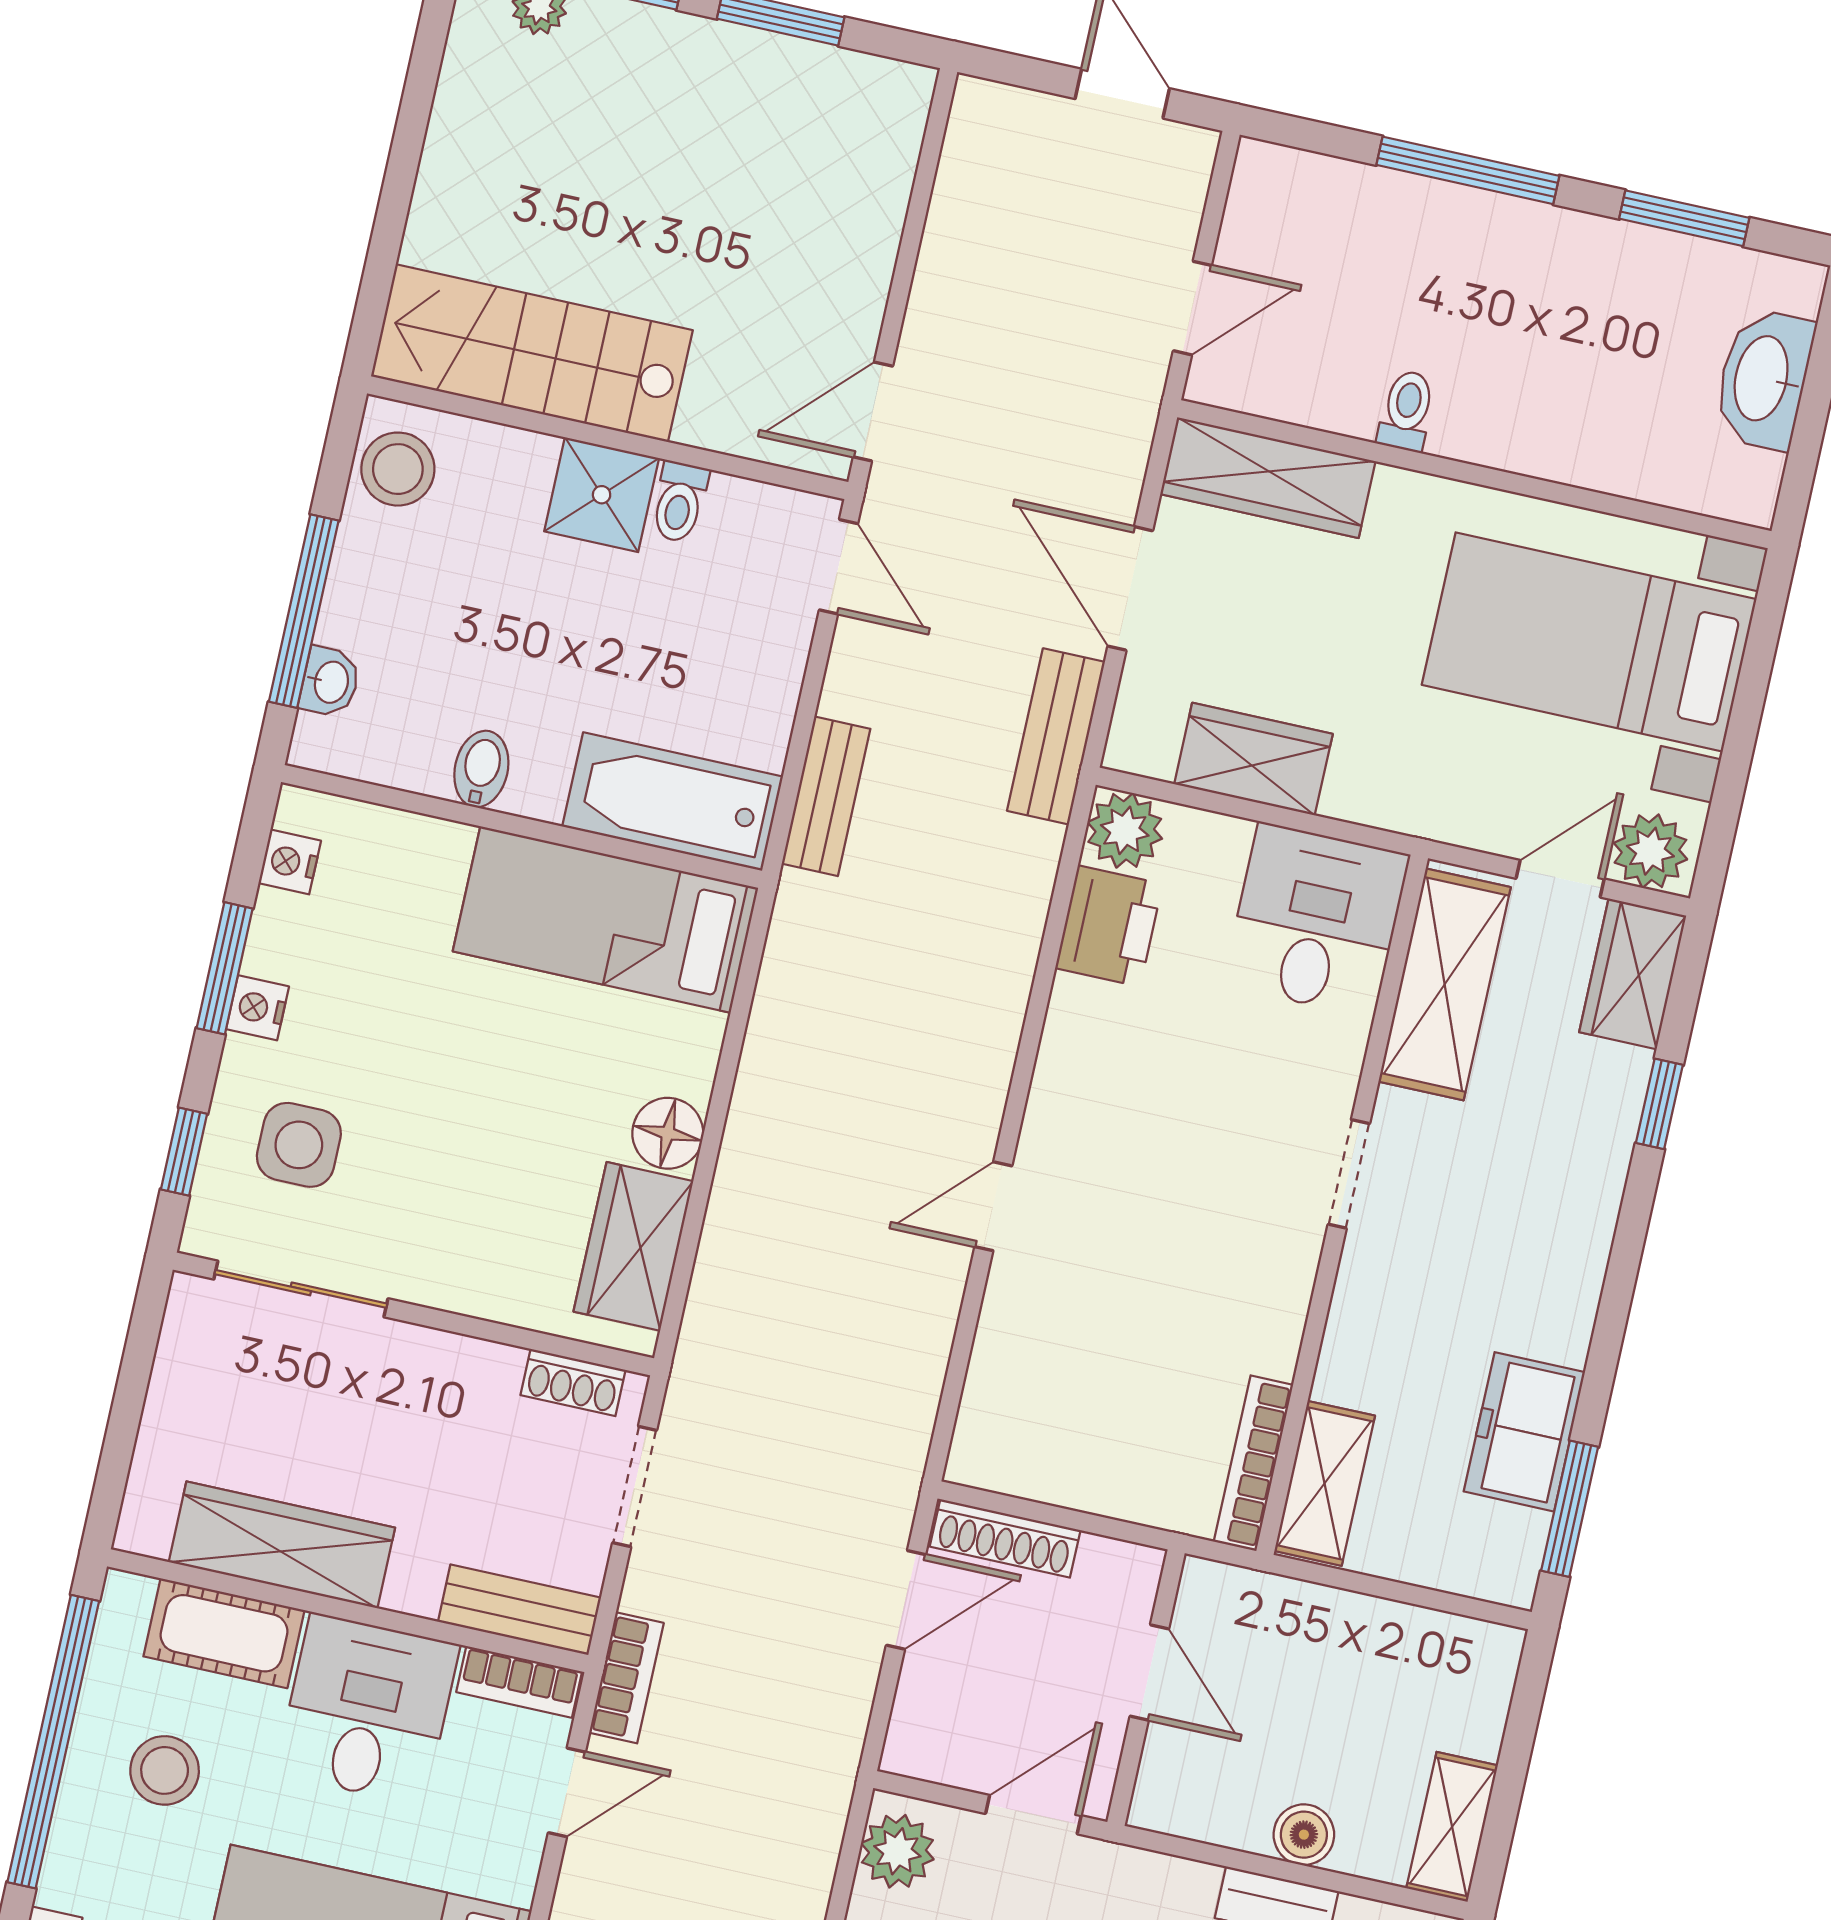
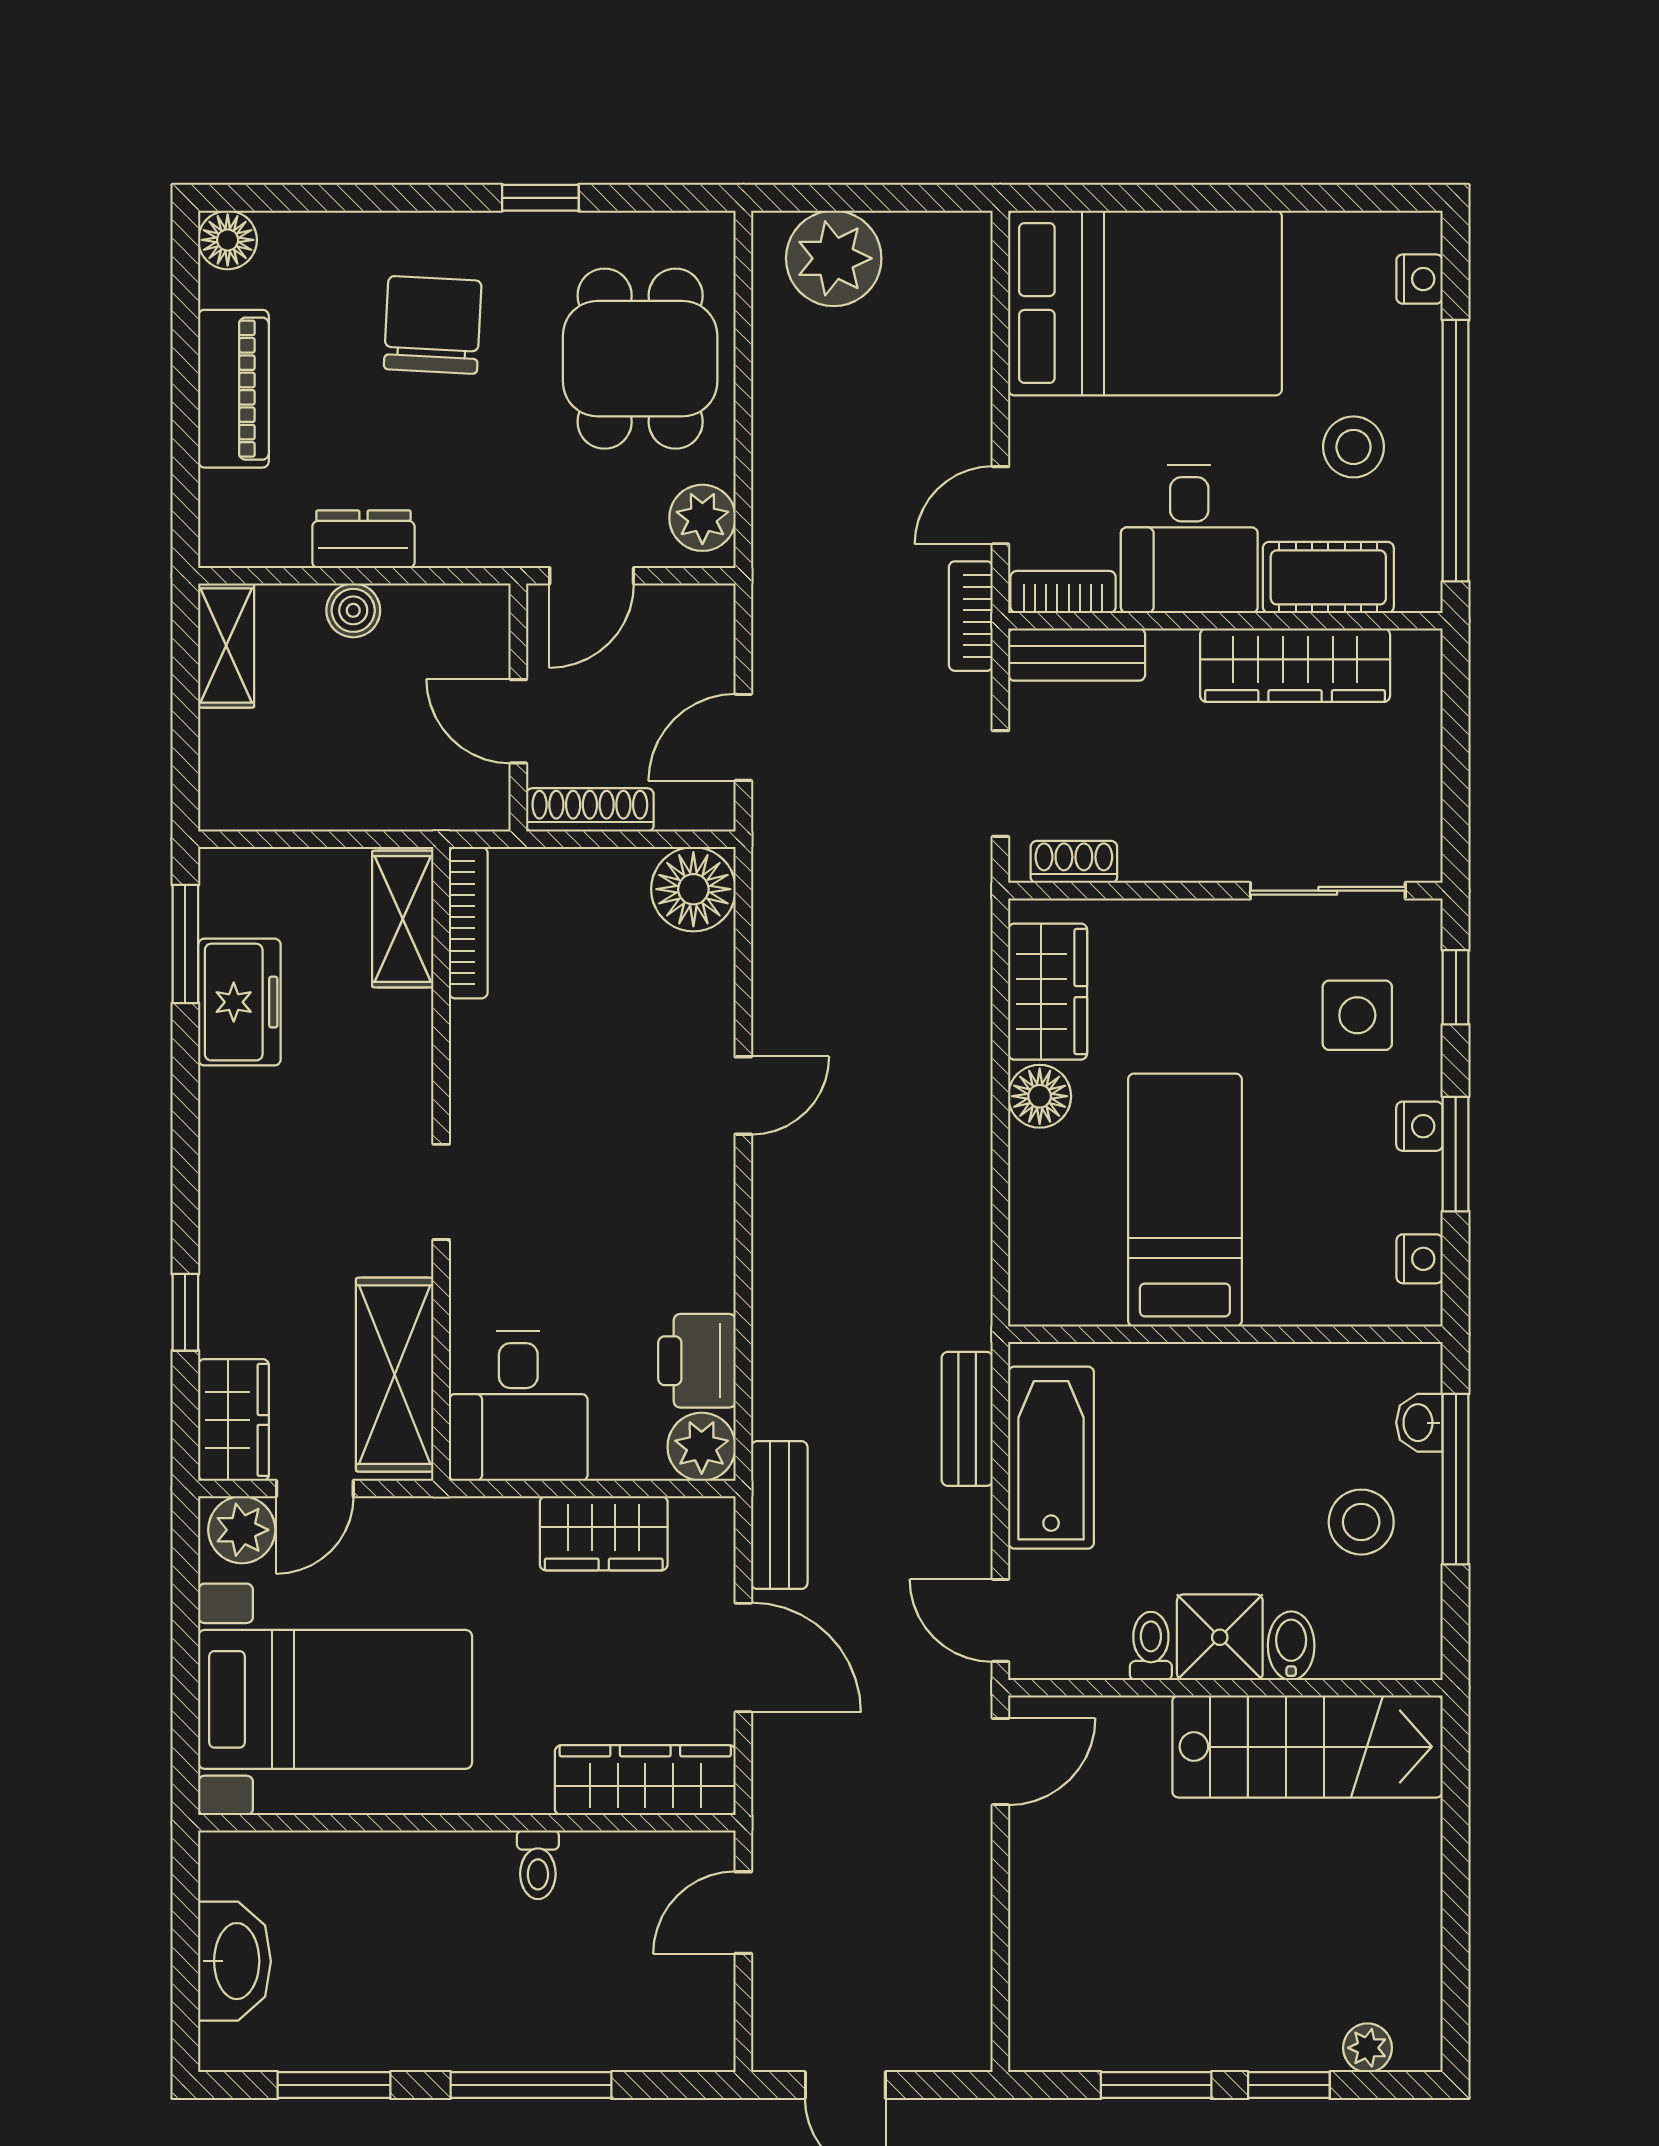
stool: (398, 469) -> (1361, 1522), moved
bidet: (481, 769) -> (1291, 1646), moved, turned 180
bathtub: (673, 801) -> (1051, 1458), moved, turned -90
bed: (606, 920) -> (1185, 1200), moved, turned -90
floor lamp: (998, 1445) -> (693, 889), added
shoe rack: (1005, 1538) -> (590, 810), moved

